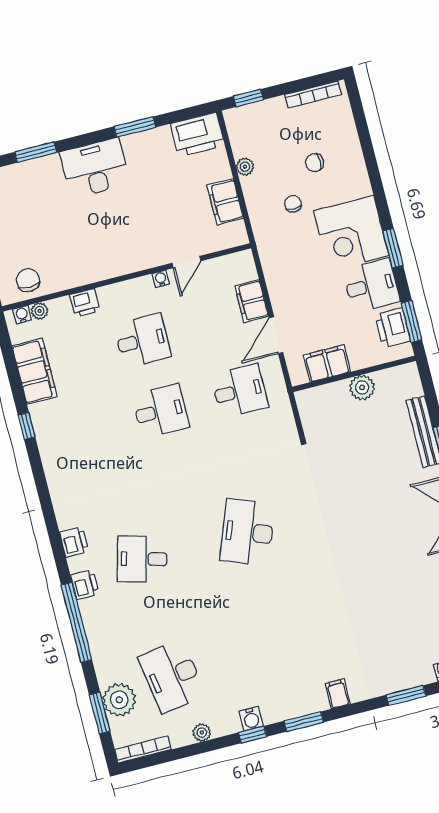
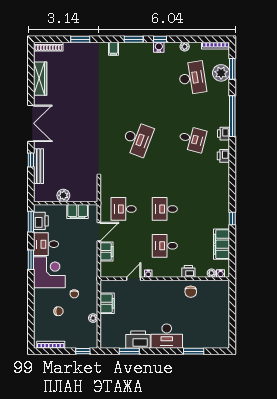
window: (135, 127) -> (129, 351), moved
printer: (197, 135) -> (138, 340), moved
chair: (28, 280) -> (191, 292), moved

